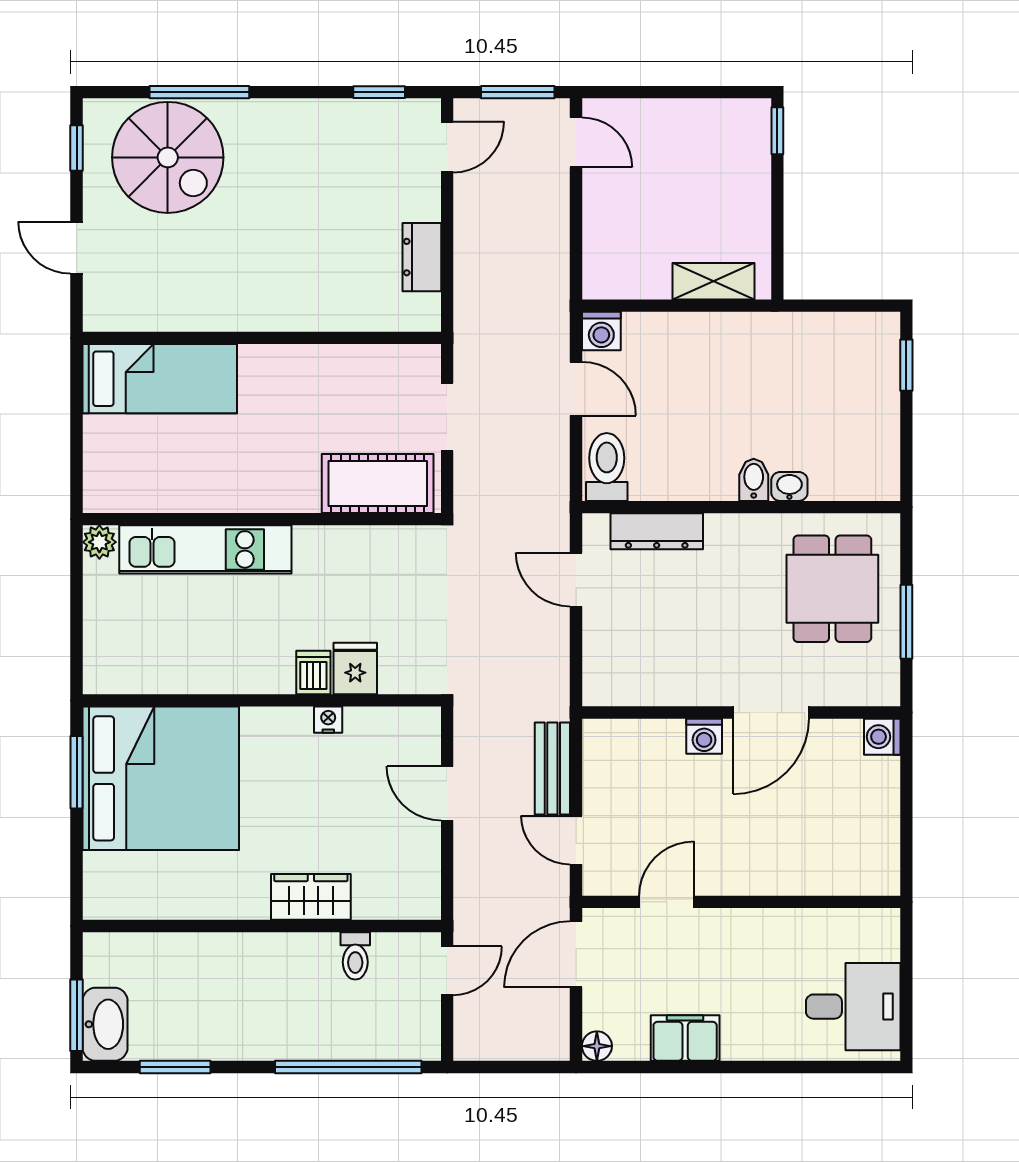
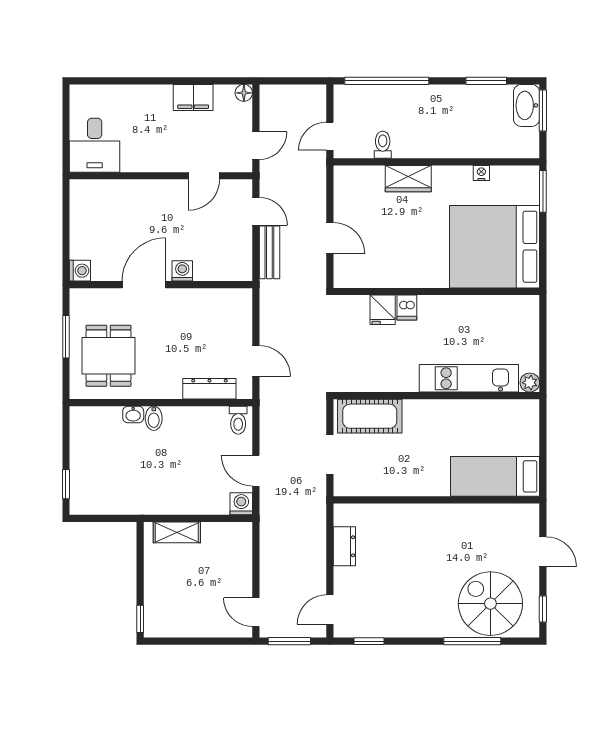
toilet: (607, 467) -> (238, 420), width x0.73, depth x0.72
nightstand: (328, 720) -> (481, 173), moved, turned 180
window: (77, 772) -> (543, 191), moved
door: (576, 954) -> (256, 146), width x0.73
desk: (853, 1007) -> (95, 145), moved, turned -90

